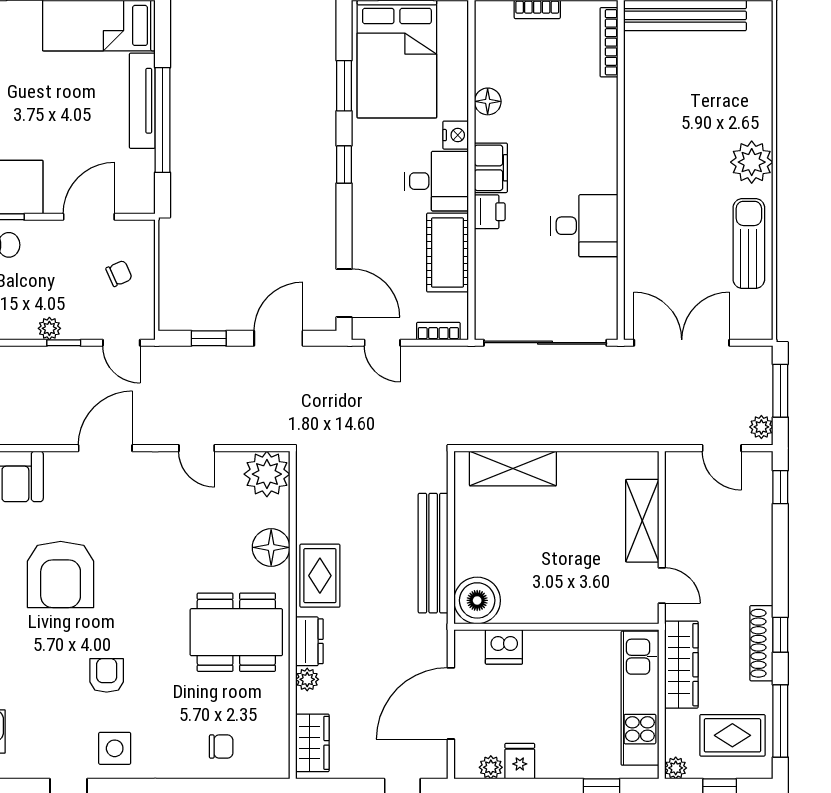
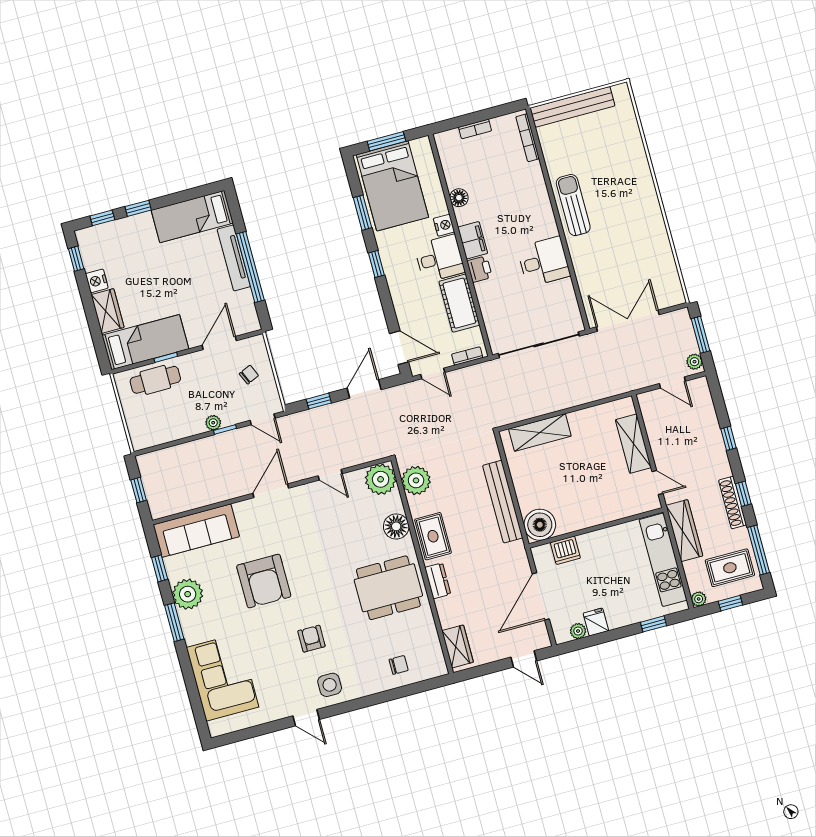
plant: (752, 162) -> (642, 191), removed
sun lounger: (749, 244) -> (573, 205), moved
window: (780, 487) -> (728, 438), moved
plant: (307, 679) -> (416, 480), moved, width x1.87, depth x1.87

